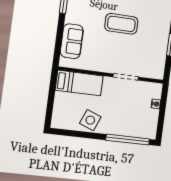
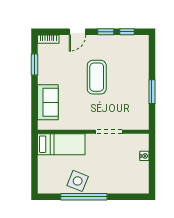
coffee table: (121, 24) -> (97, 77), turned 90
window: (128, 140) -> (84, 197), moved

